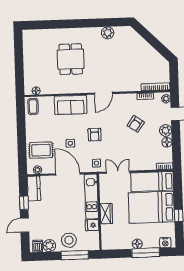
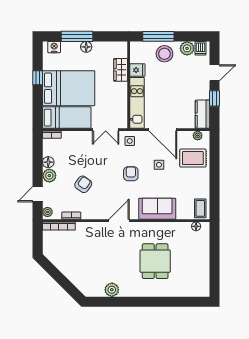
wardrobe: (106, 214) -> (121, 70), moved

